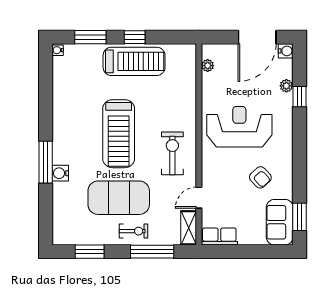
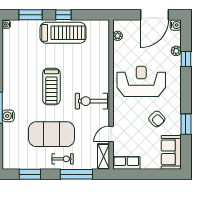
treadmill: (119, 134) -> (51, 87), width x0.73, depth x0.73
exercise bike: (172, 153) -> (91, 101), turned -90
window: (300, 217) -> (186, 124), moved

